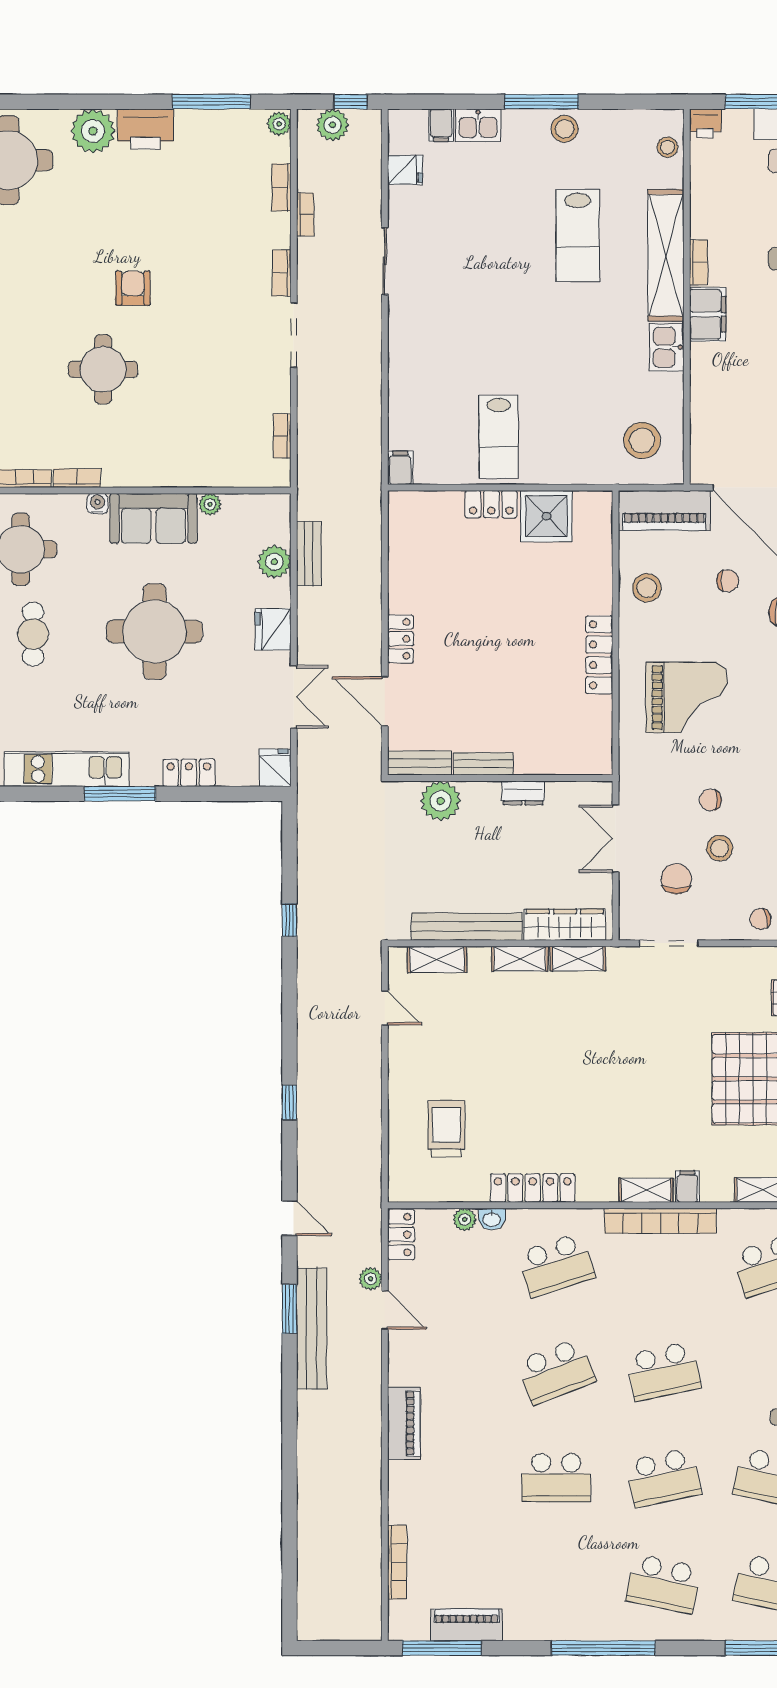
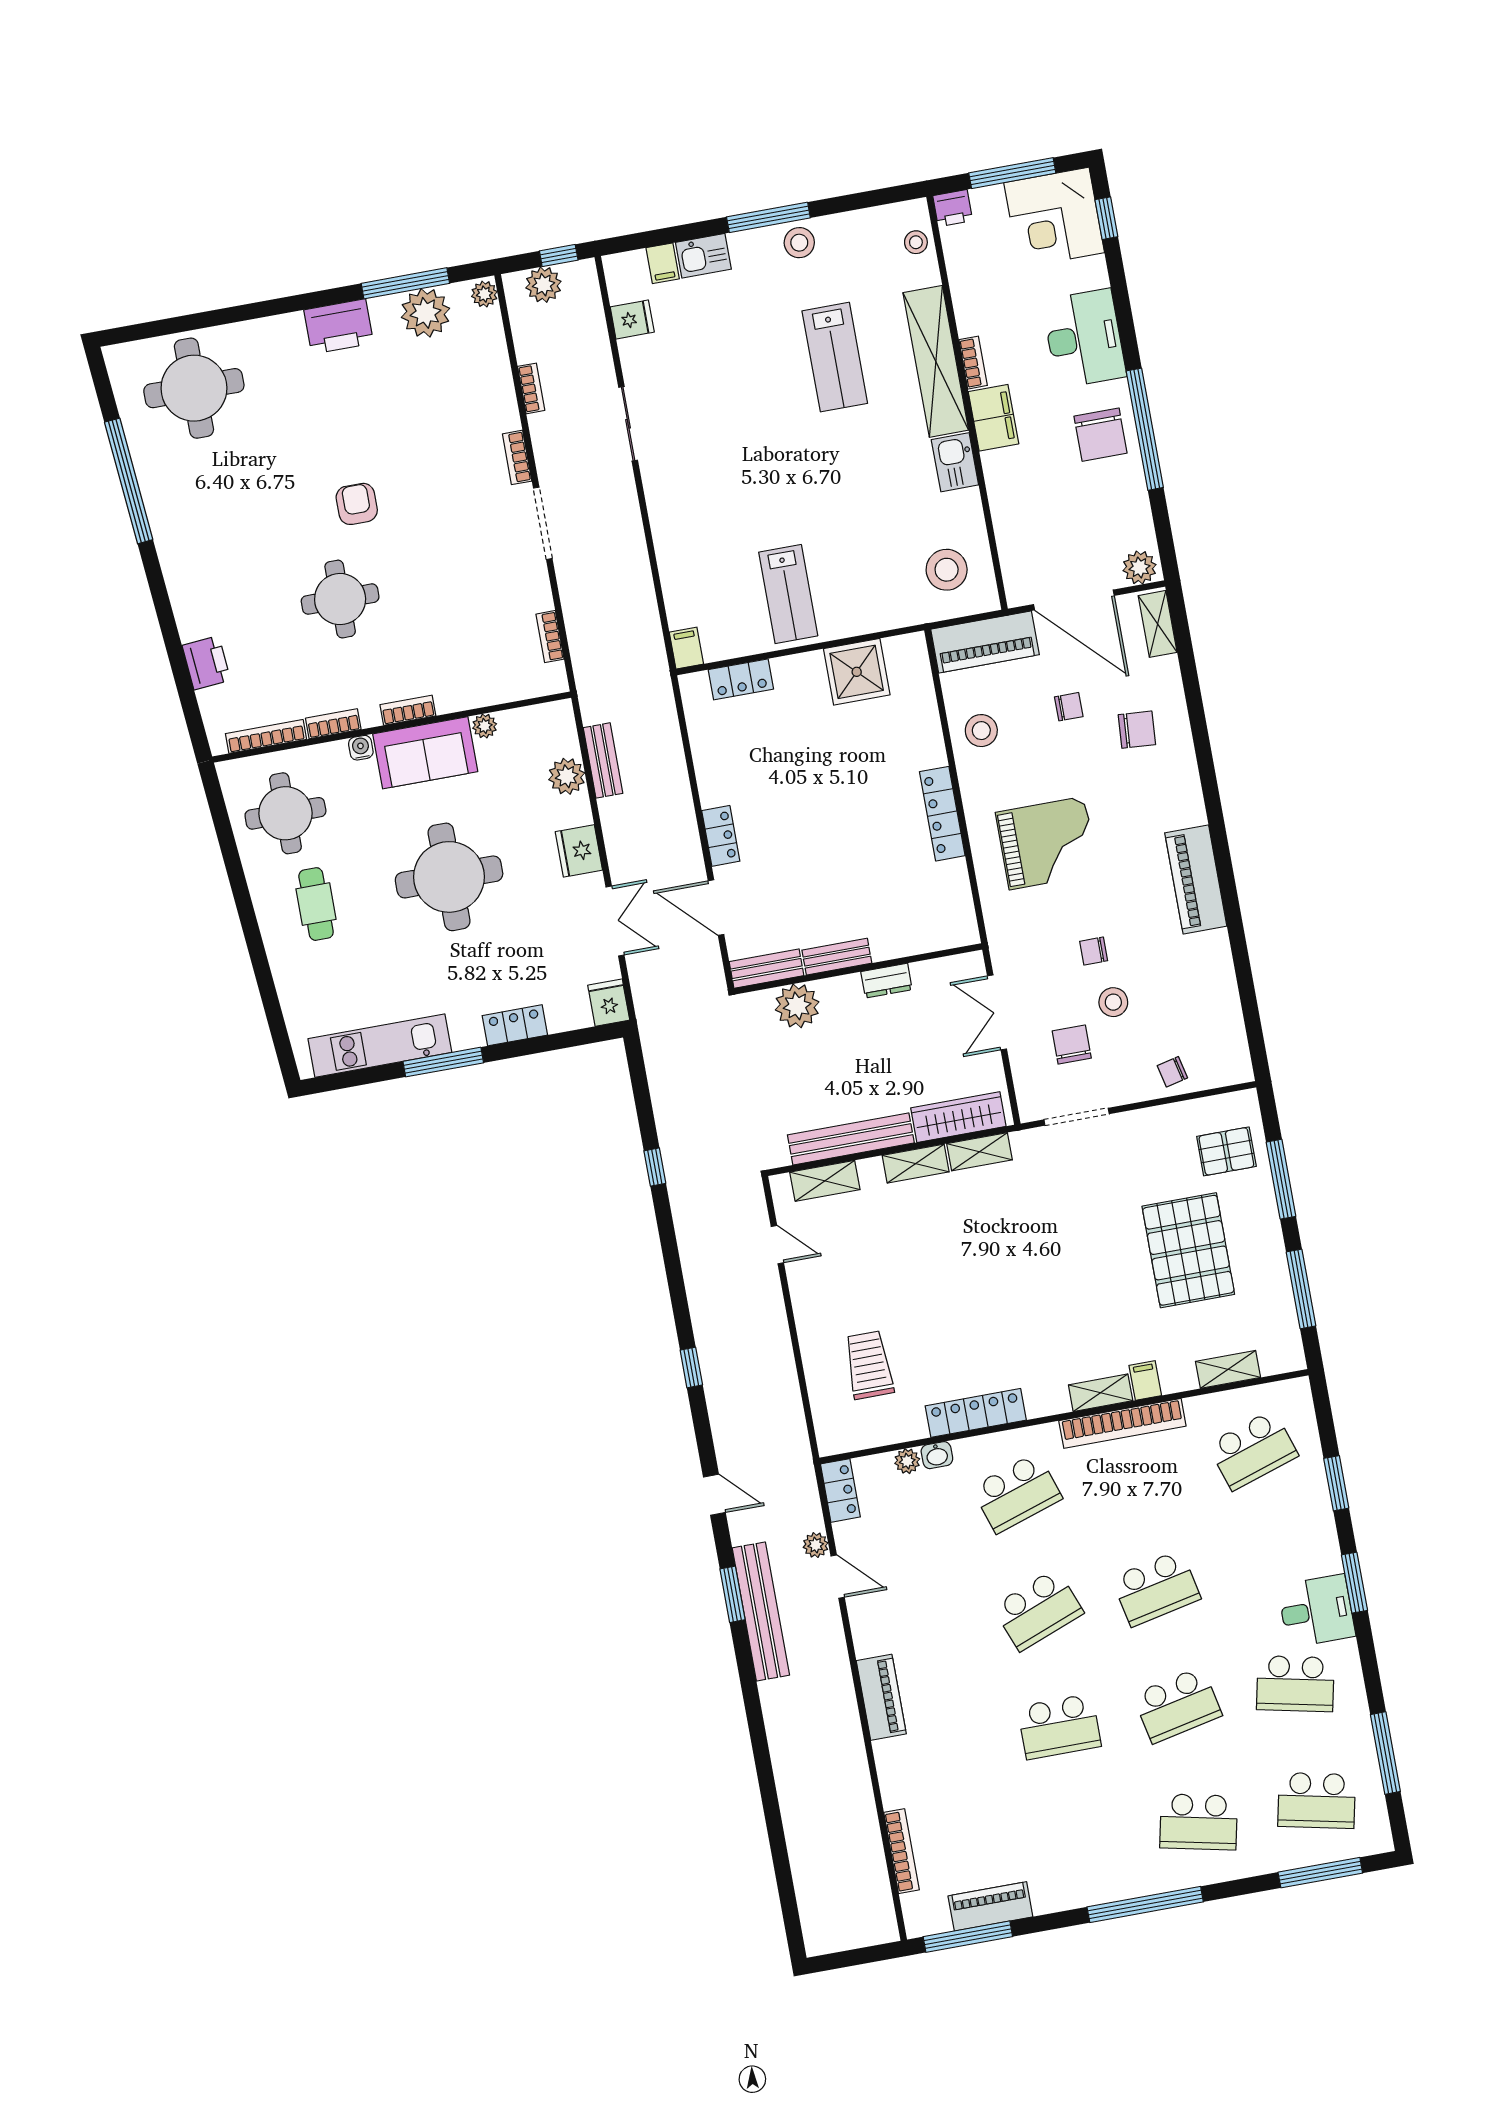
plant: (93, 131) -> (425, 313), moved
bookcase: (281, 187) -> (408, 710), moved, turned 90
locker: (491, 504) -> (741, 679), moved

